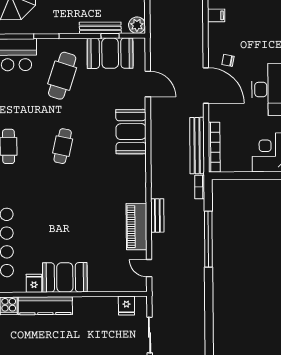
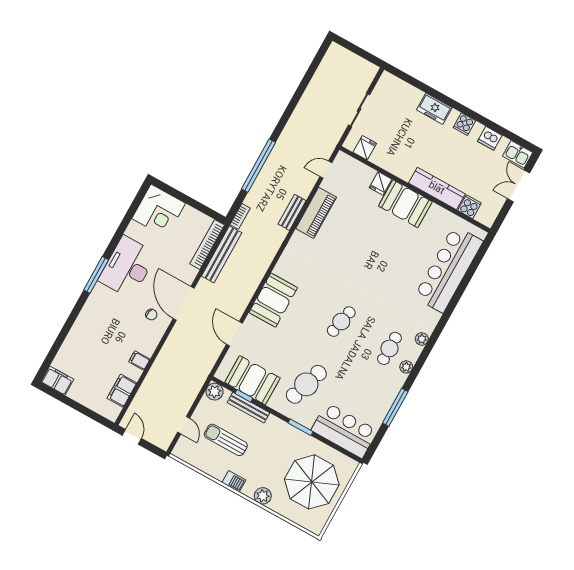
door: (149, 268) -> (326, 170), swing flipped
fridge: (34, 283) -> (381, 183), moved

